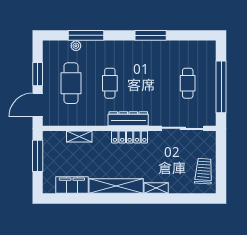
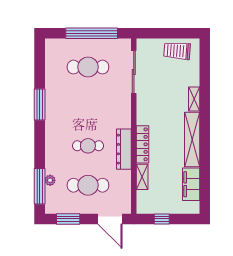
window: (86, 35) -> (40, 186), moved
window: (38, 74) -> (68, 219), moved
cafe table: (188, 83) -> (88, 67), width x1.37, depth x1.35
dresser: (128, 119) -> (124, 149), moved
locker: (130, 137) -> (143, 144), moved
window: (38, 156) -> (162, 219), width x0.46

